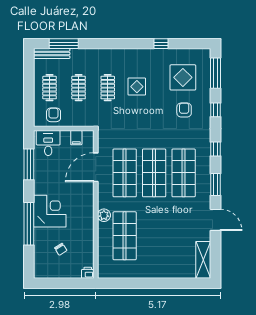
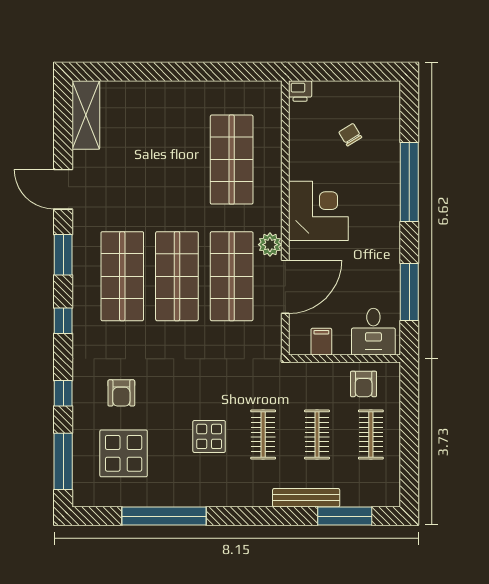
window: (161, 44) -> (164, 516), width x3.17
bench: (52, 54) -> (306, 498), moved
corner desk: (50, 211) -> (318, 211), moved, turned 180
plant: (104, 215) -> (270, 245), moved

